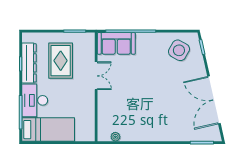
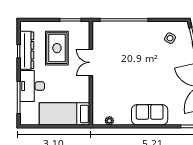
sofa: (116, 43) -> (150, 115), moved, turned 180
side table: (179, 50) -> (170, 38), width x0.54, depth x0.54
double door: (96, 76) -> (91, 62), swing flipped
bed: (48, 130) -> (65, 114), moved, turned 180

